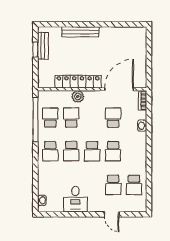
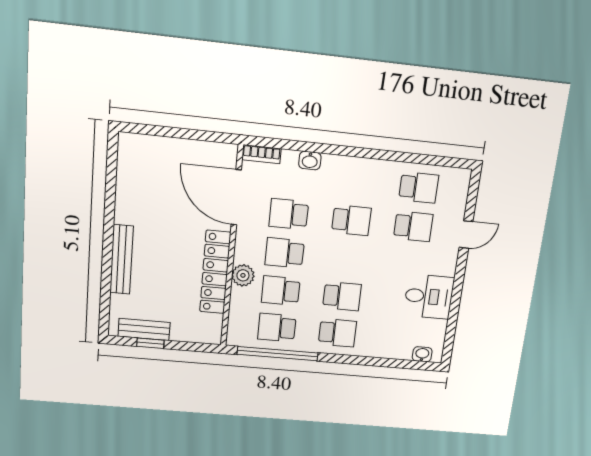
school desk: (92, 151) -> (285, 253), moved, turned 180

